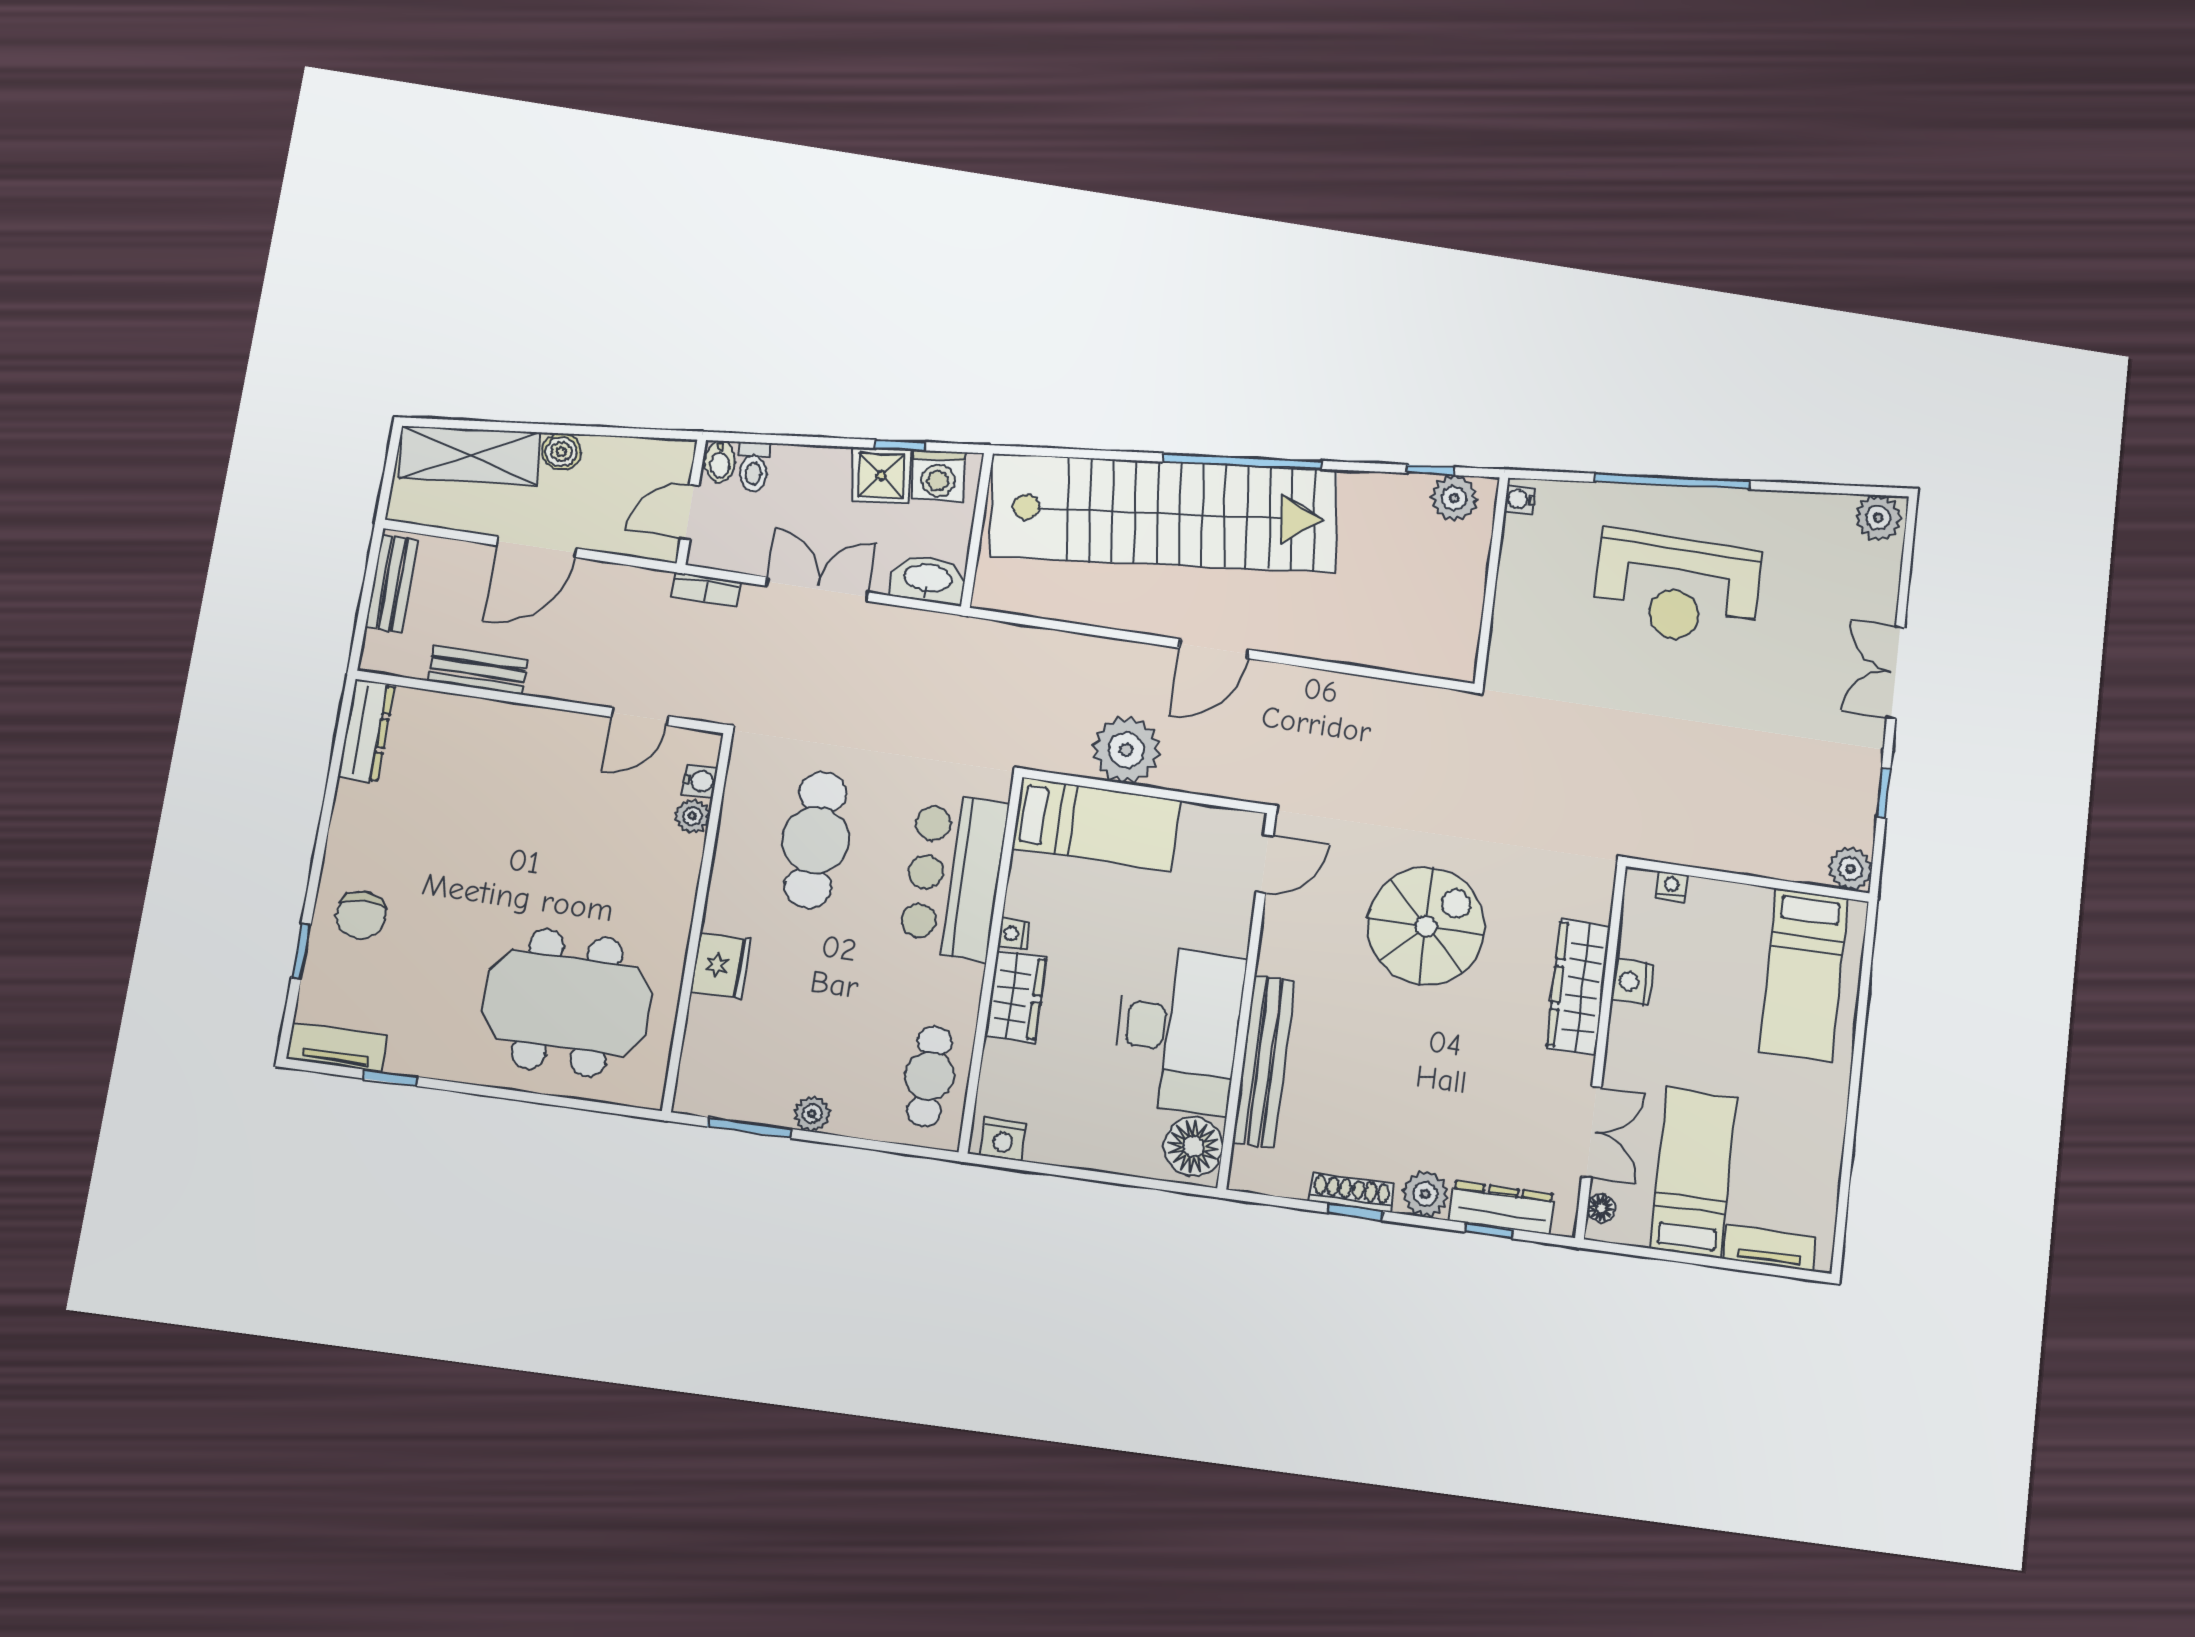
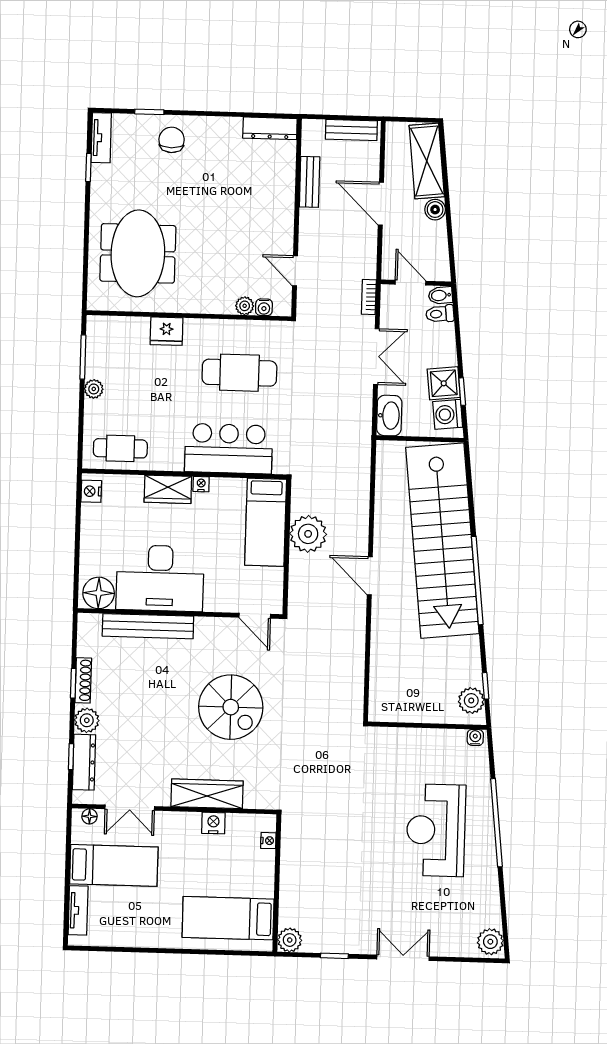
chair: (361, 915) -> (172, 140), turned 90

